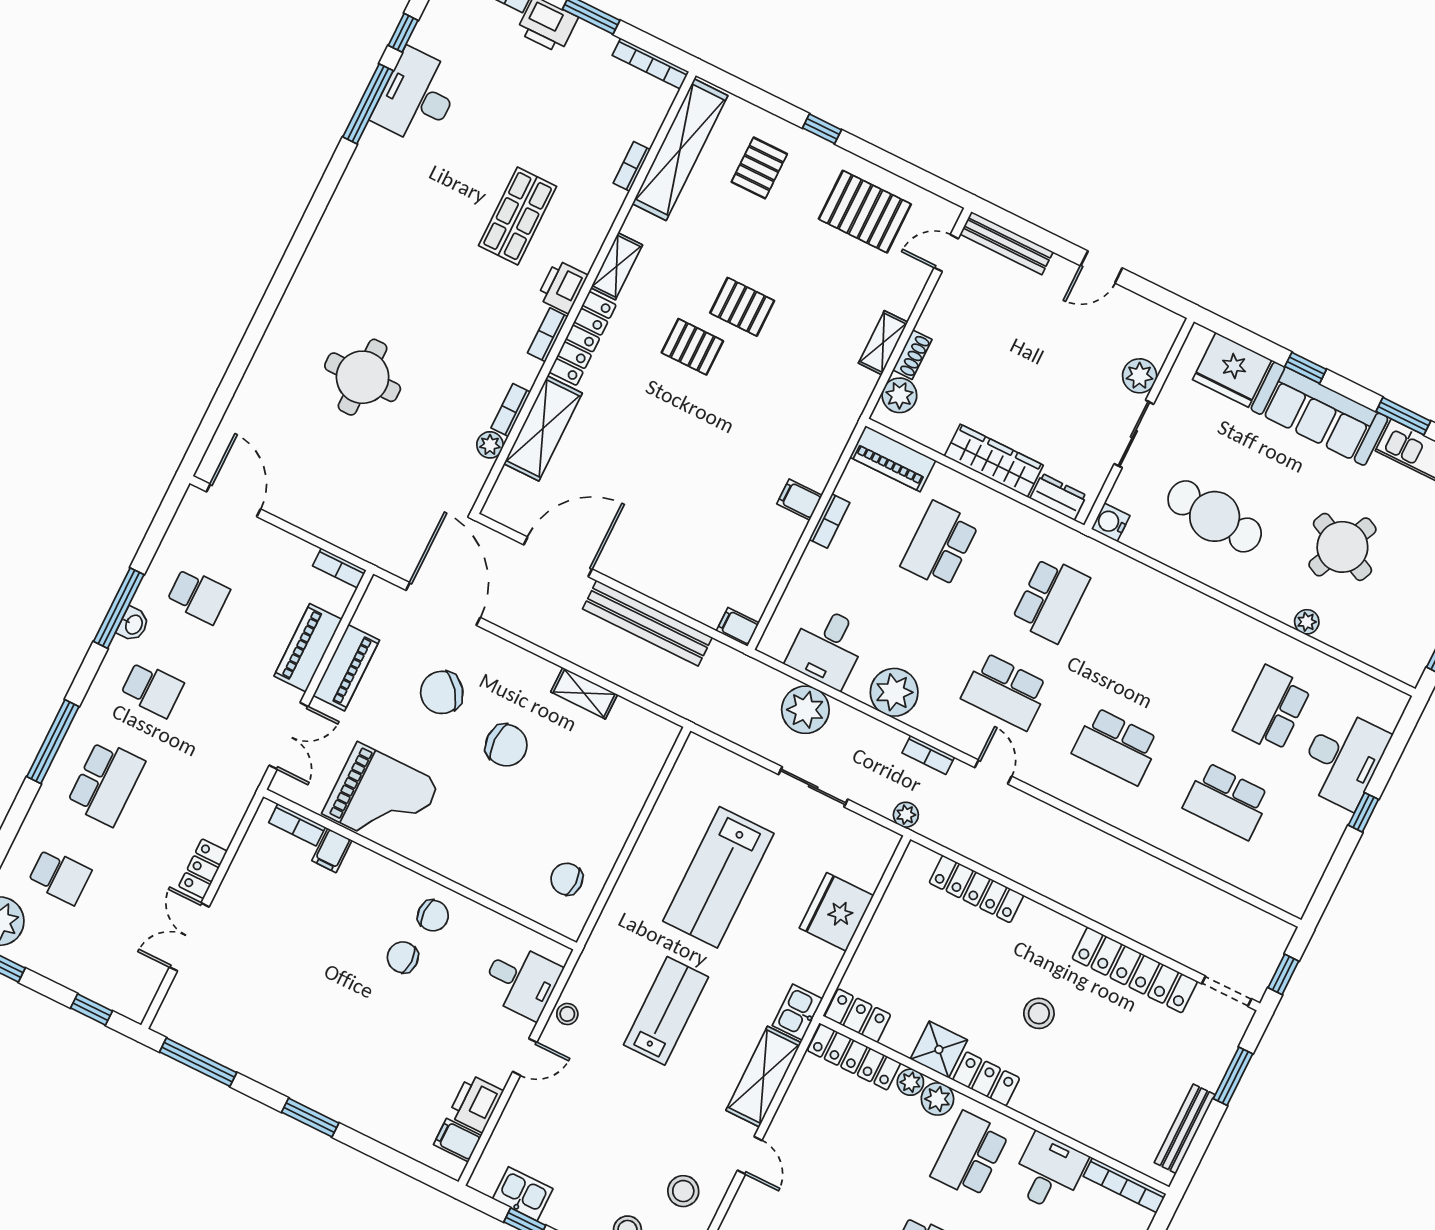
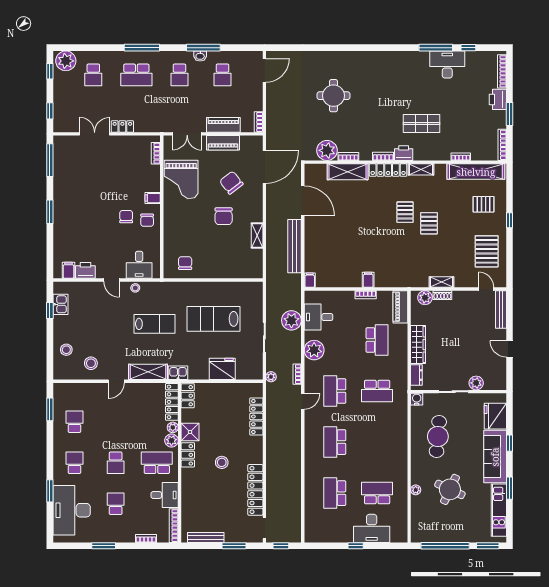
plant: (490, 445) -> (327, 150), width x1.88, depth x1.88
school desk: (940, 545) -> (377, 340), turned 90
filing cabinet: (332, 850) -> (153, 198), moved

